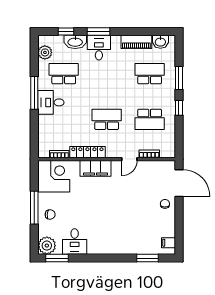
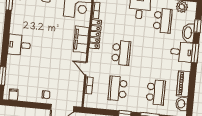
desk: (75, 242) -> (19, 45), moved

